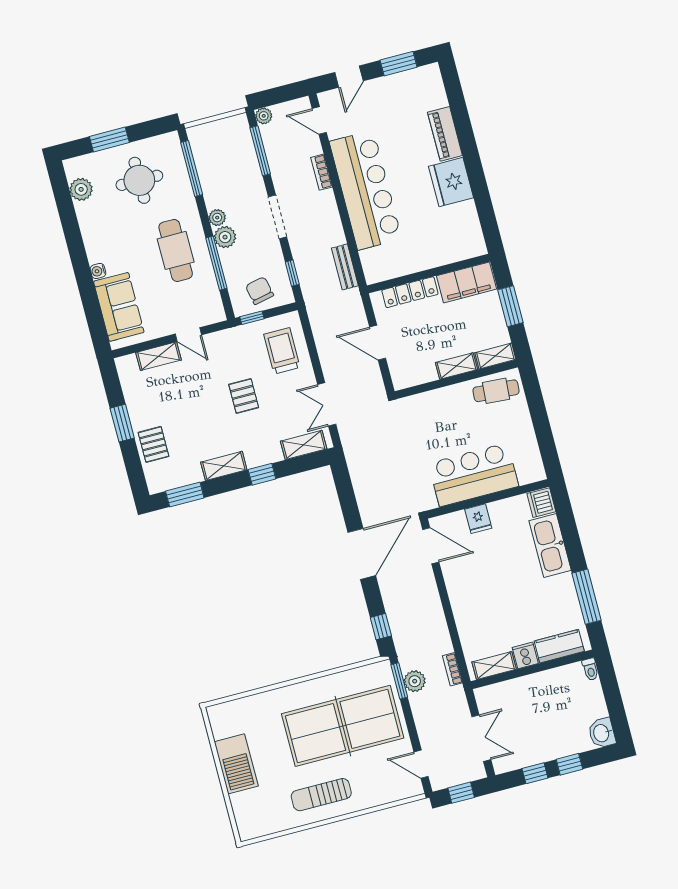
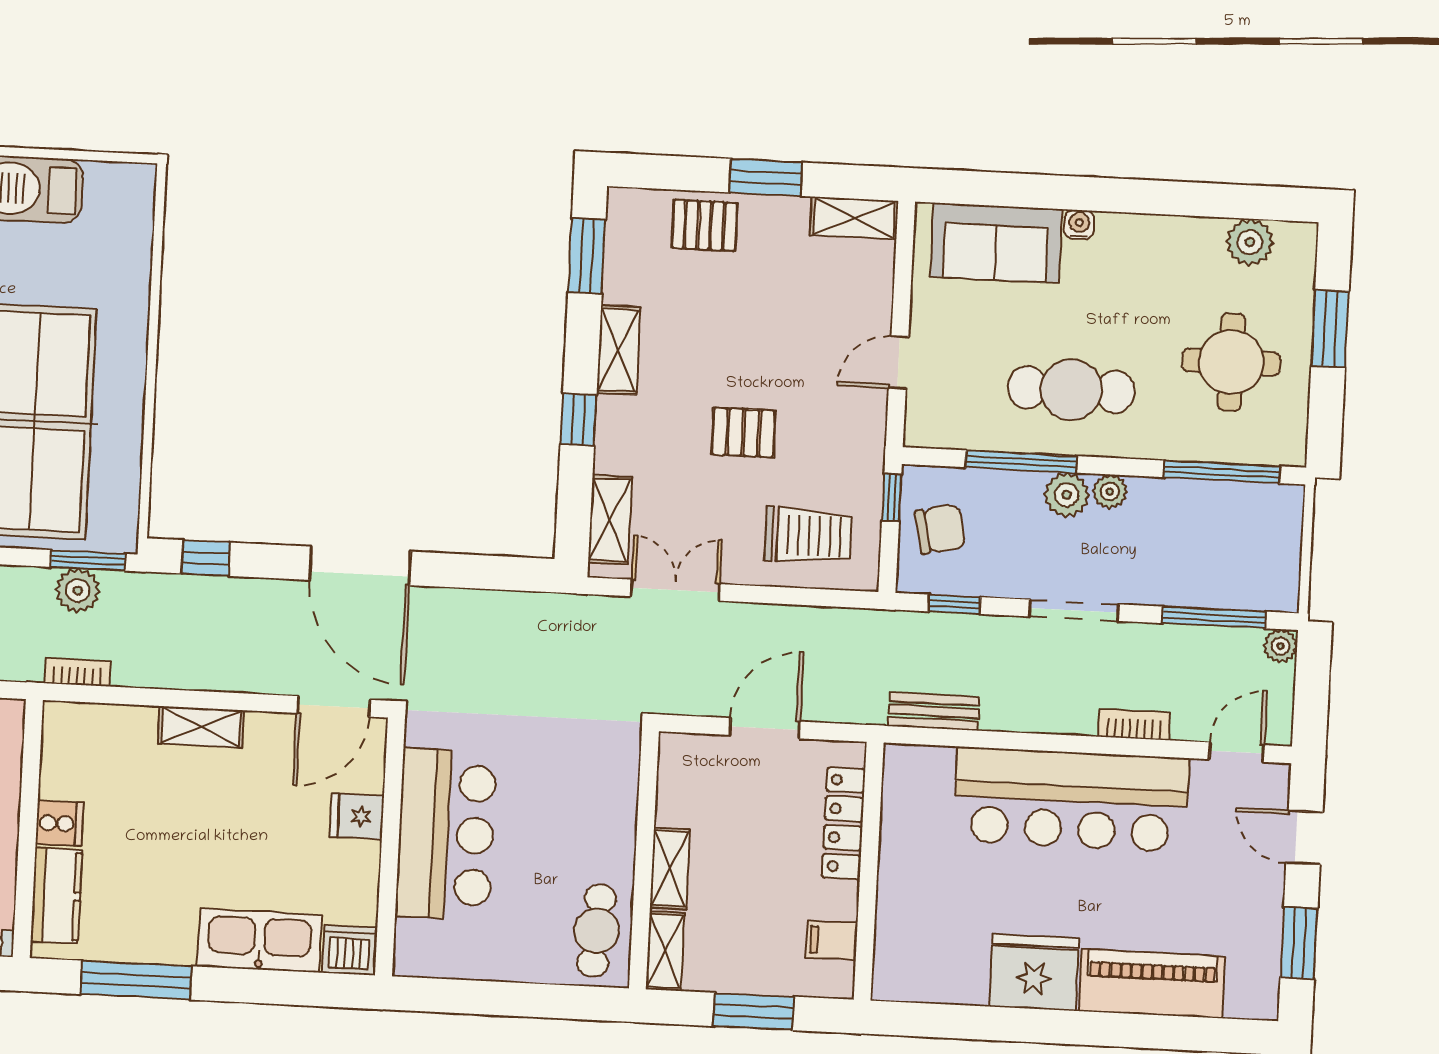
piano: (445, 134) -> (1152, 984), width x1.37, depth x1.33
filing cabinet: (466, 282) -> (832, 940), width x0.33, depth x0.86
shelving: (158, 356) -> (854, 218), moved, turned 90
shelving: (494, 666) -> (201, 727), moved, turned 90

